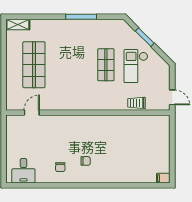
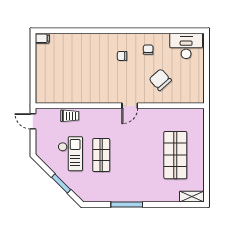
door: (32, 113) -> (130, 106), moved
chair: (49, 138) -> (160, 80), added
desk: (23, 171) -> (186, 46), width x1.37

